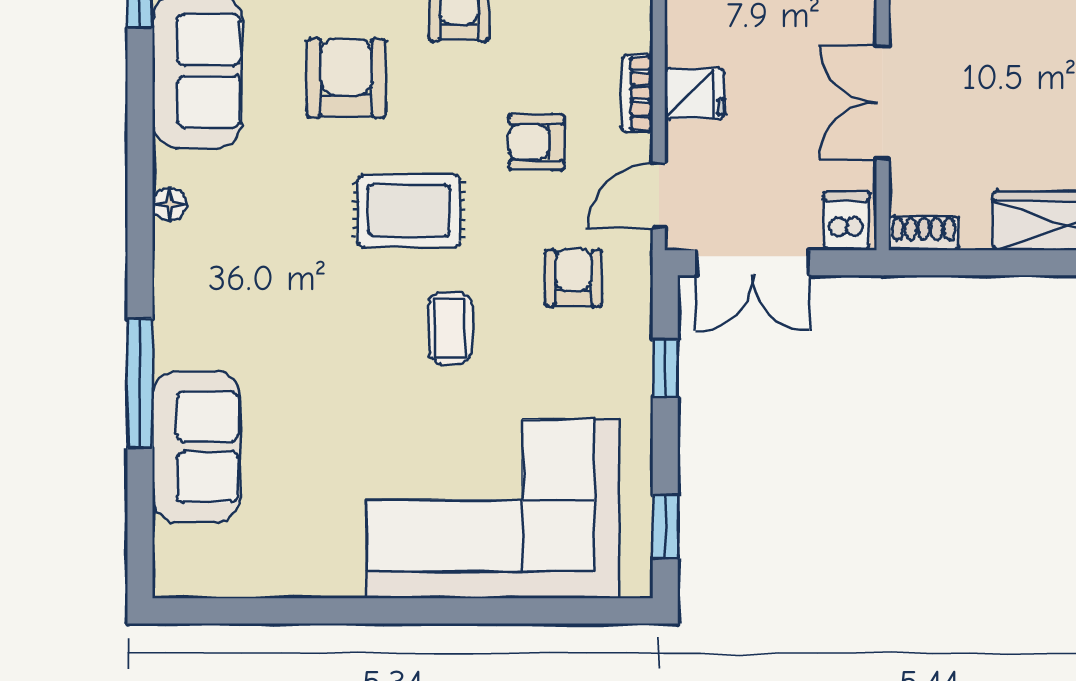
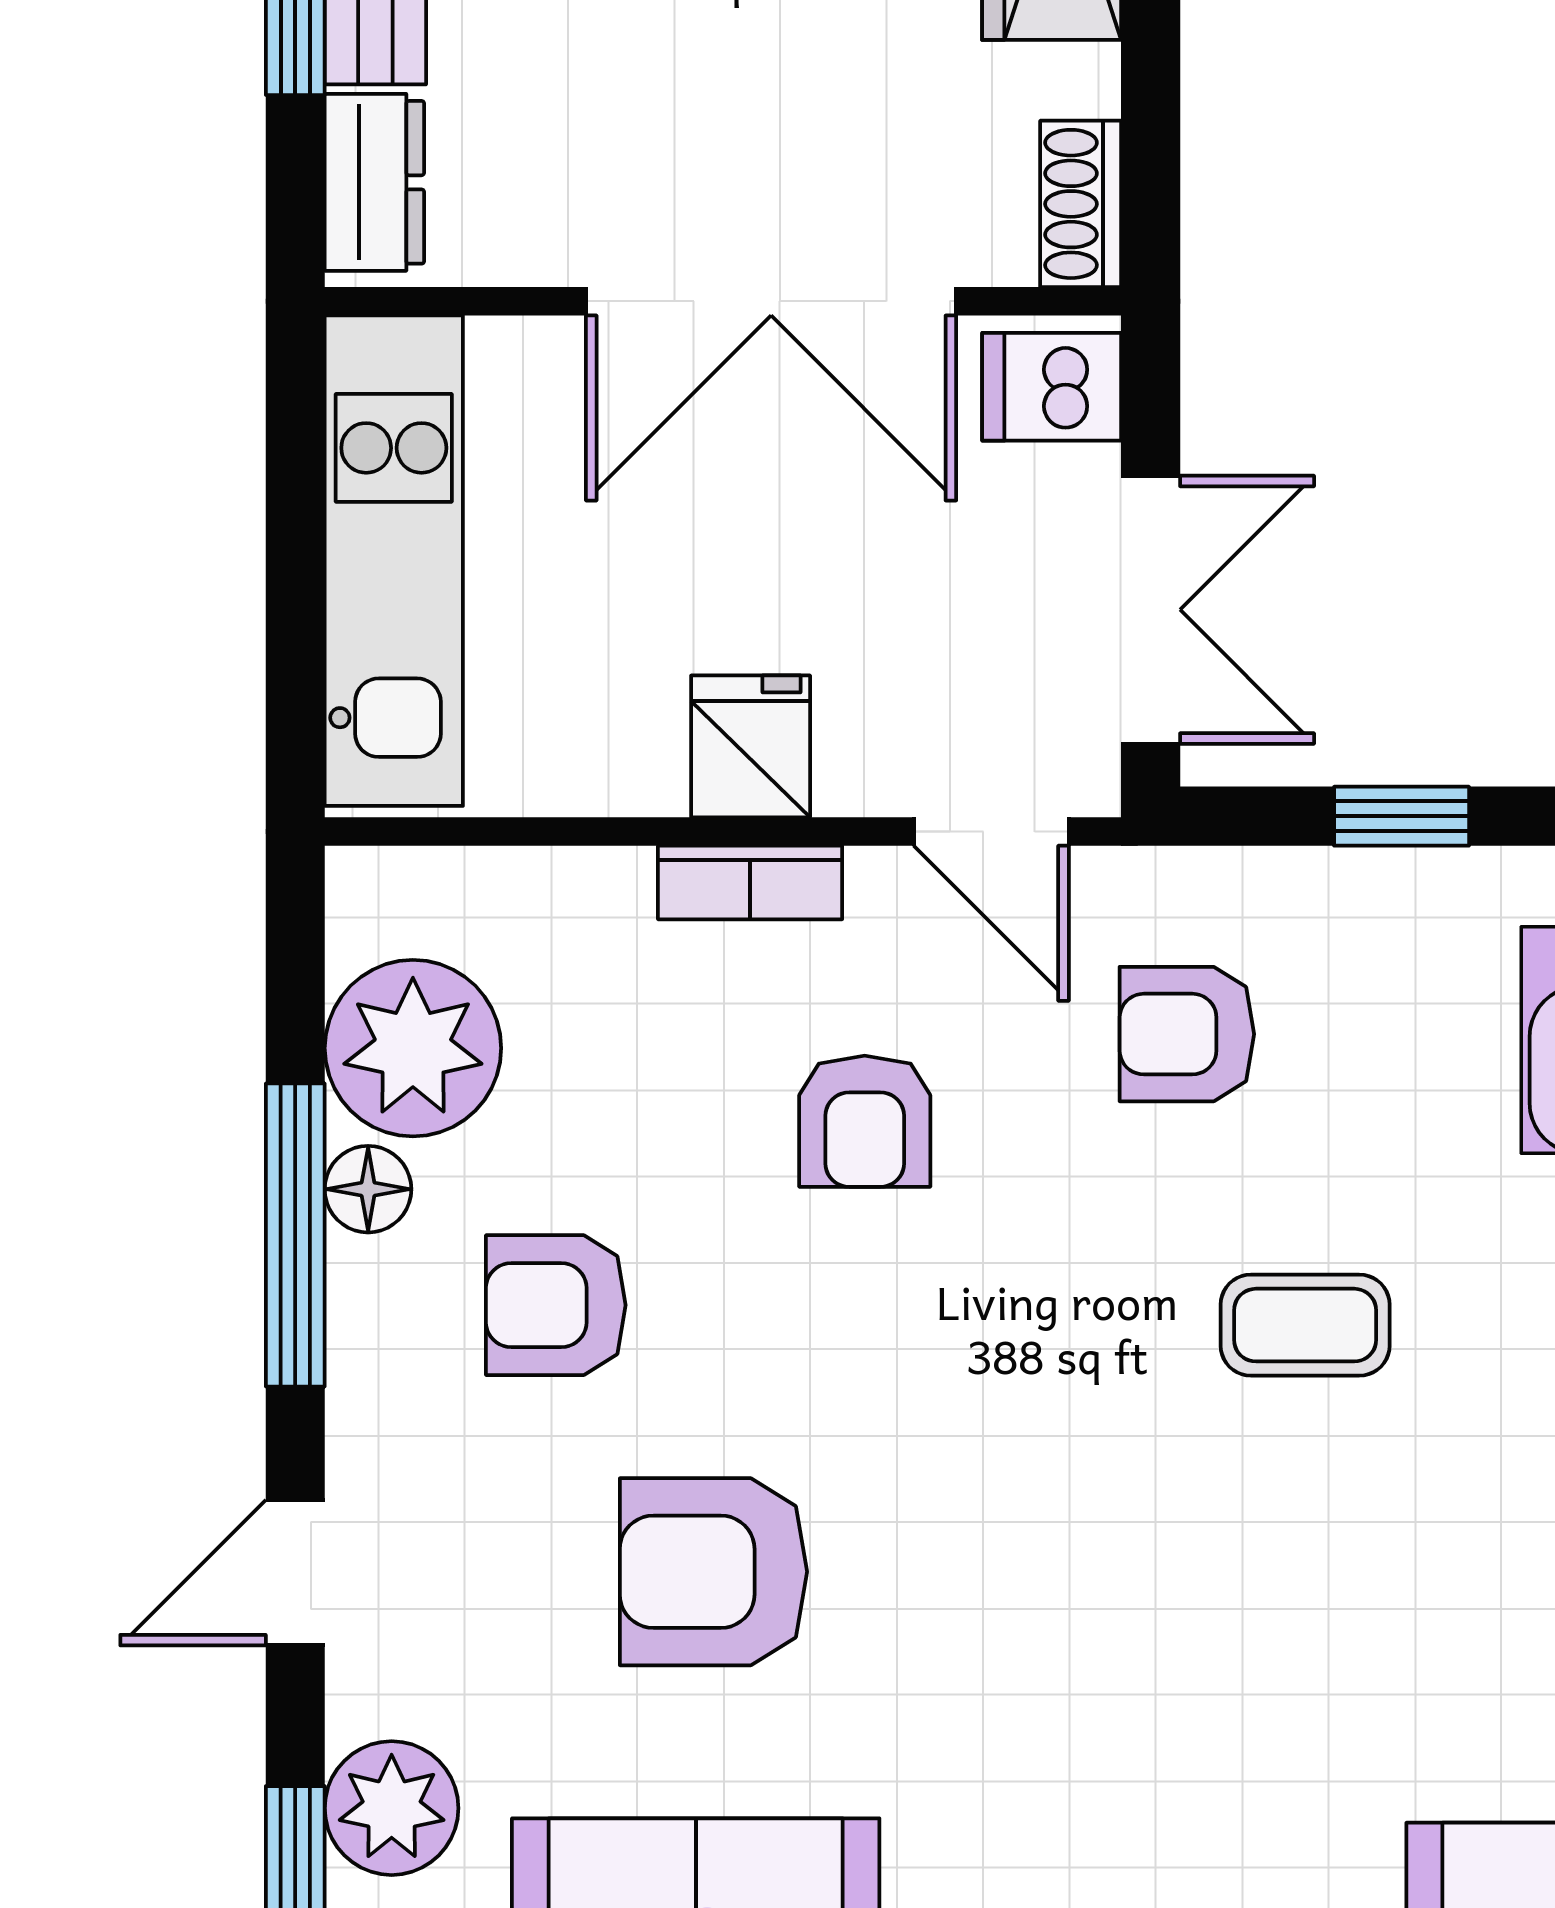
double door: (883, 102) -> (771, 301), width x1.37
rug: (409, 210) -> (1026, 1424), removed

